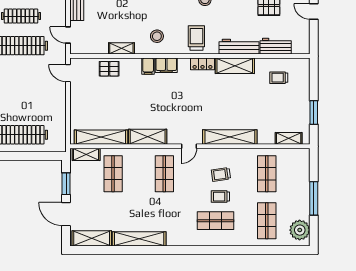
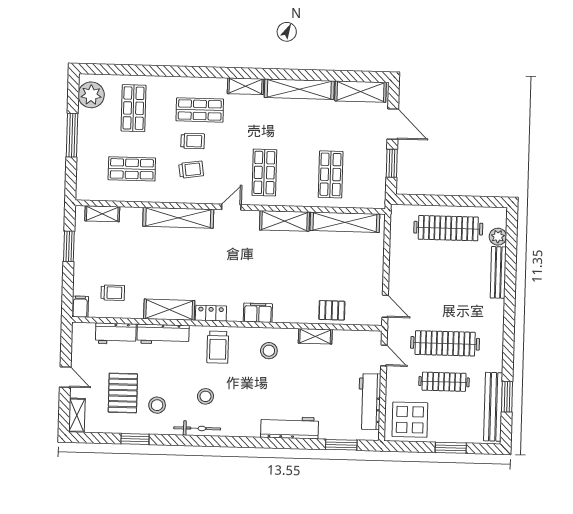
filing cabinet: (148, 66) -> (80, 307), moved
shelving: (86, 154) -> (245, 86), moved
shop shelf: (267, 174) -> (132, 169), turned 90

